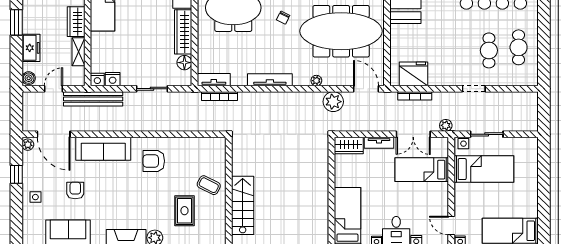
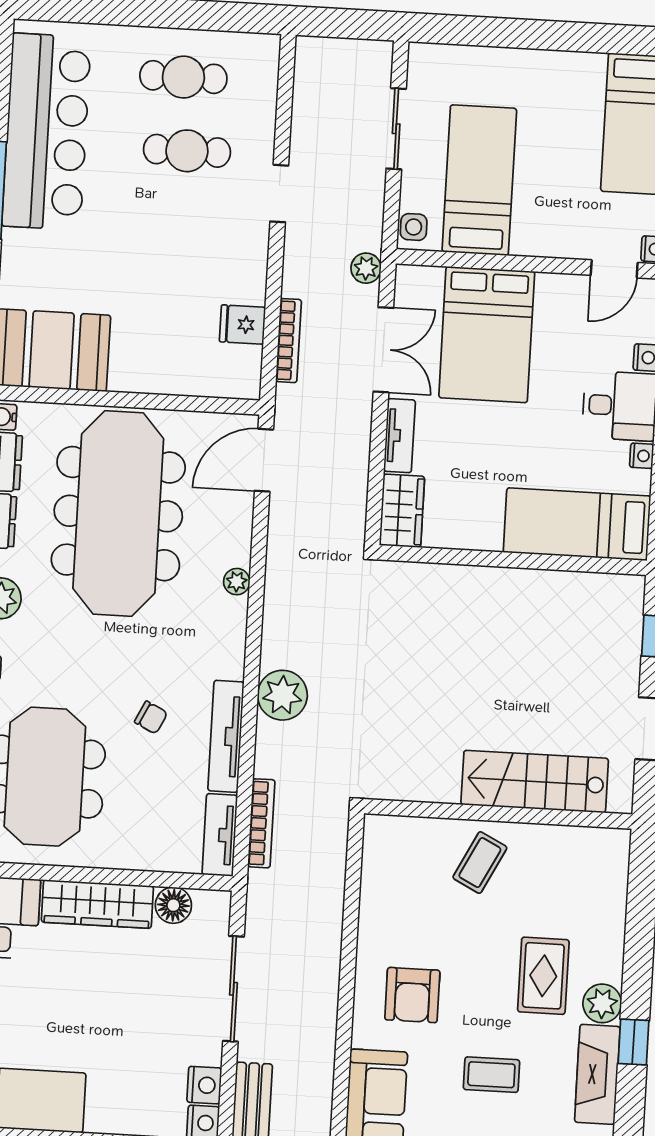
chair: (283, 18) -> (151, 717), moved
fridge: (414, 74) -> (242, 325), width x0.53, depth x0.75
tv unit: (270, 80) -> (226, 736), moved
sliding door: (152, 89) -> (233, 989), width x1.37
plant: (333, 102) -> (282, 695), moved
sliding door: (487, 134) -> (396, 129), moved
bed: (422, 170) -> (487, 335), width x1.50
coffee table: (123, 195) -> (491, 1075), added
rug: (184, 211) -> (543, 976), moved, turned 90

